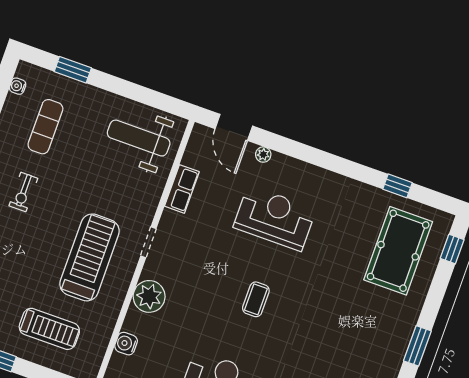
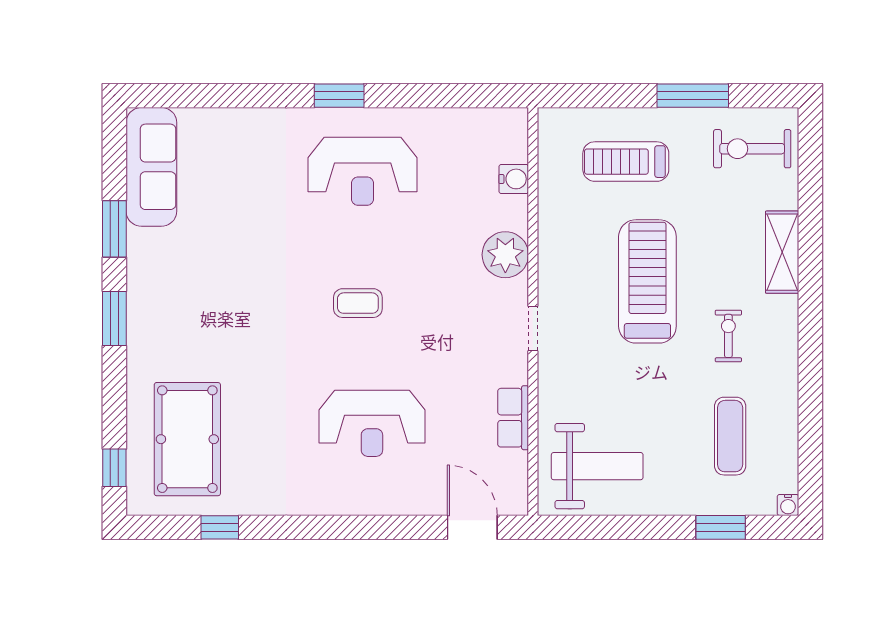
water cooler: (18, 86) -> (788, 505), moved, turned 90
plant: (263, 155) -> (419, 505), removed
treadmill: (90, 257) -> (647, 281), moved, turned 180
coffee table: (256, 299) -> (358, 303), turned 90

